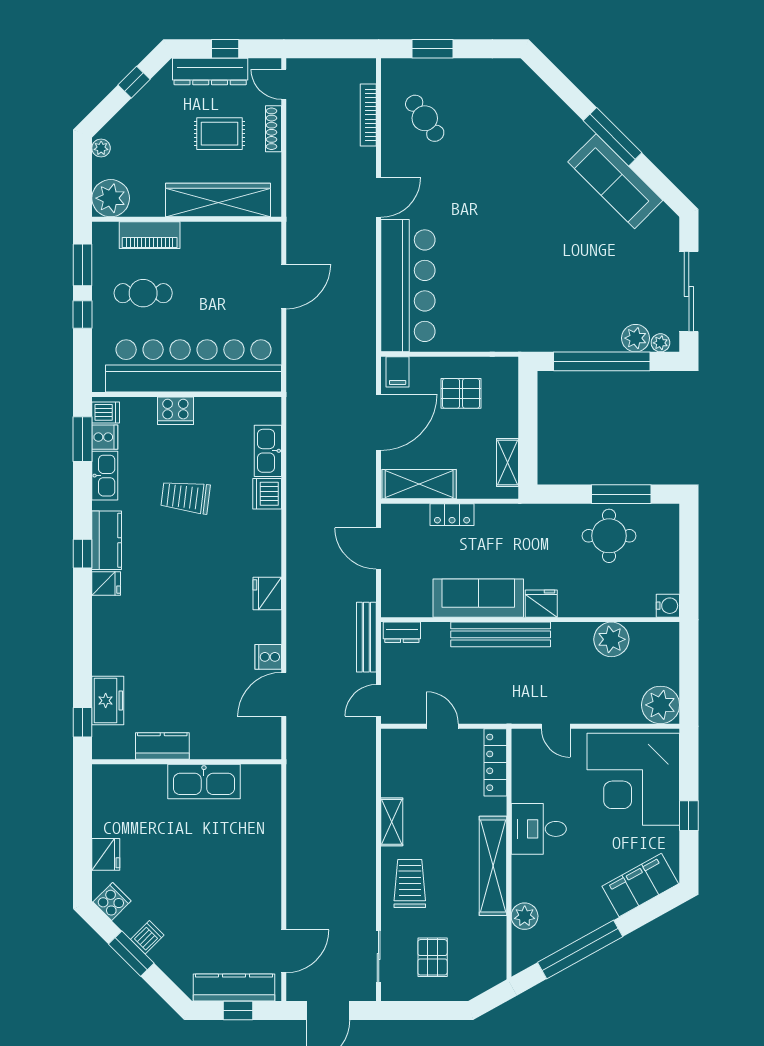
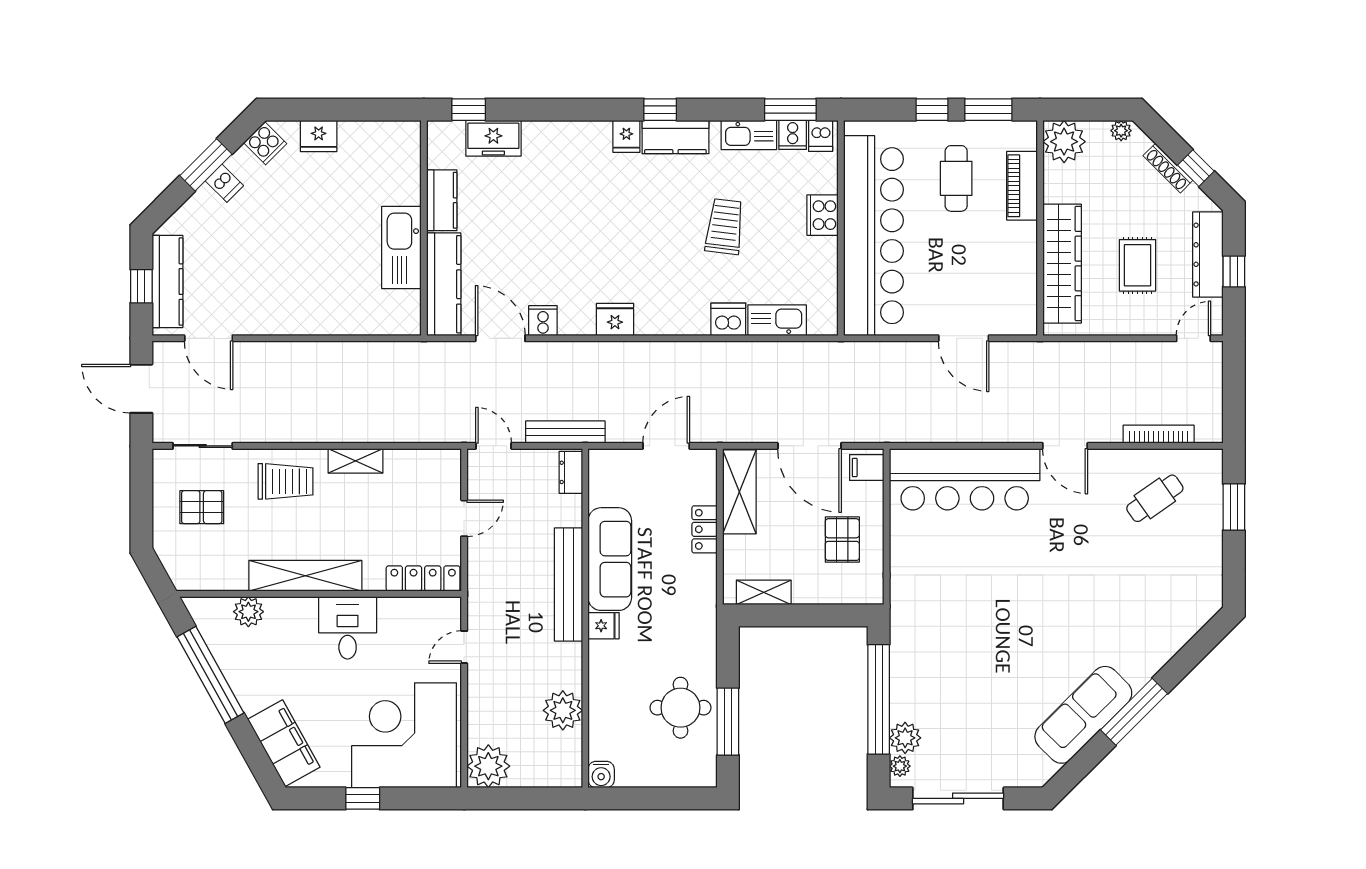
shoe rack: (274, 129) -> (1168, 168), moved, turned -135
fridge: (541, 604) -> (604, 626), width x0.72
kitchen counter: (236, 744) -> (444, 284), added

